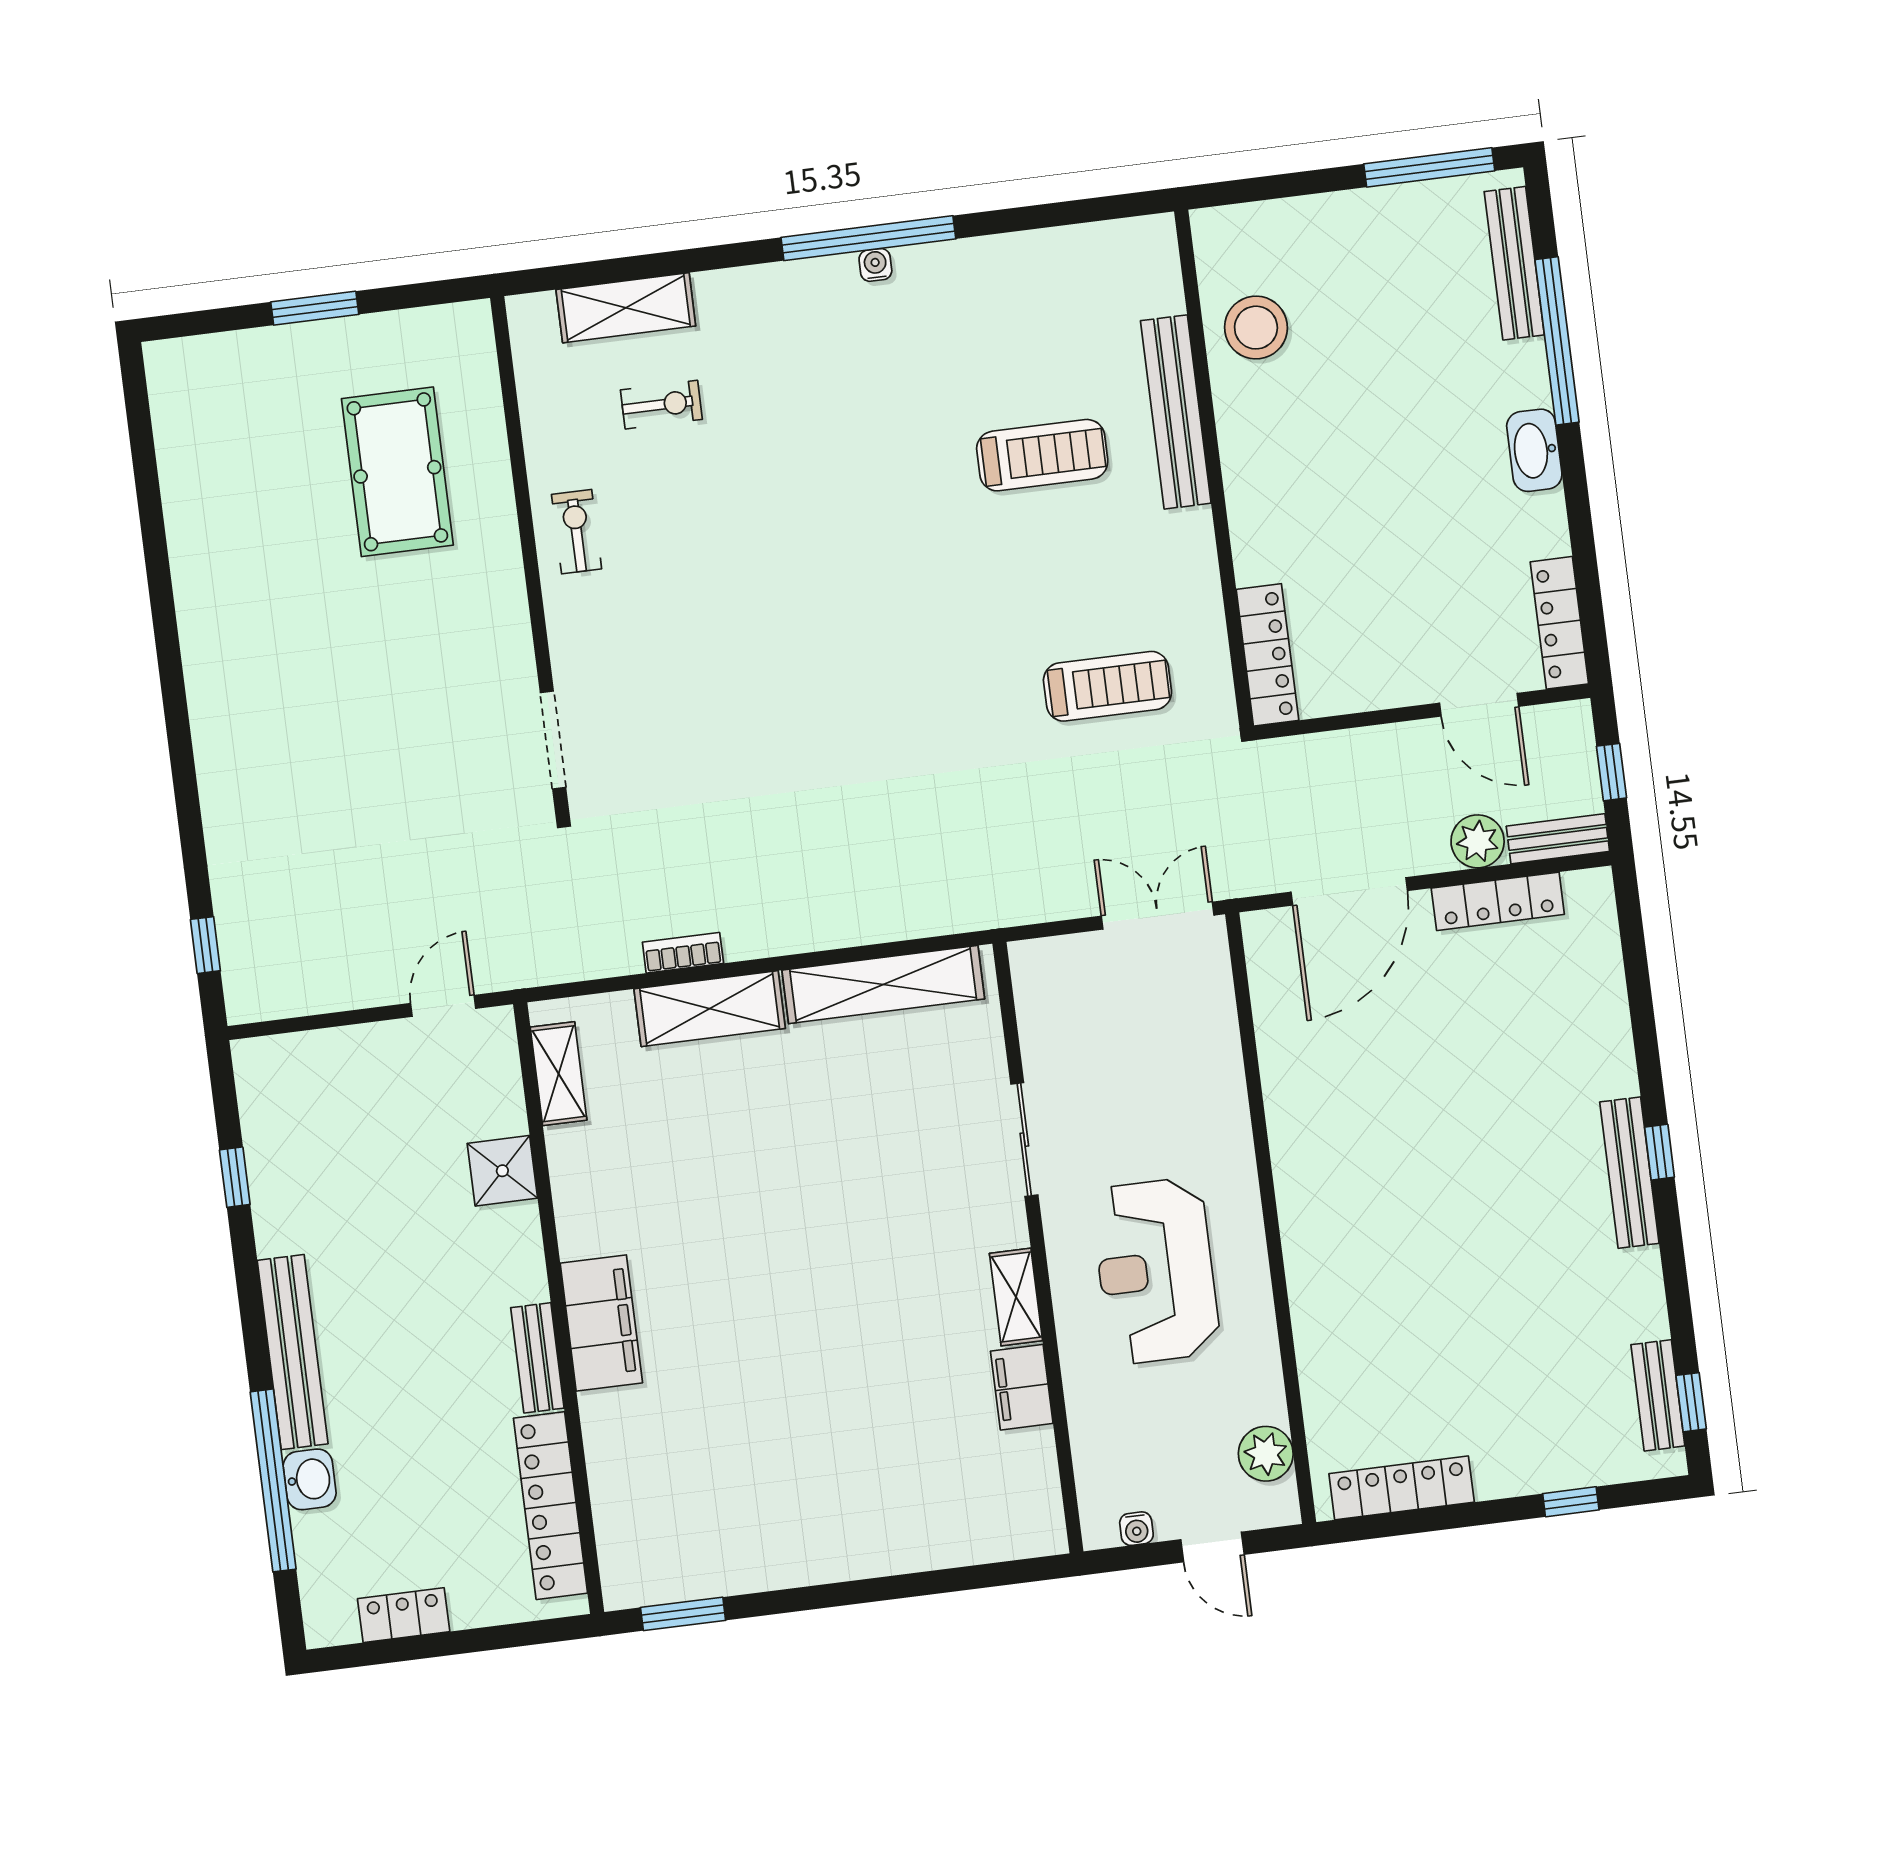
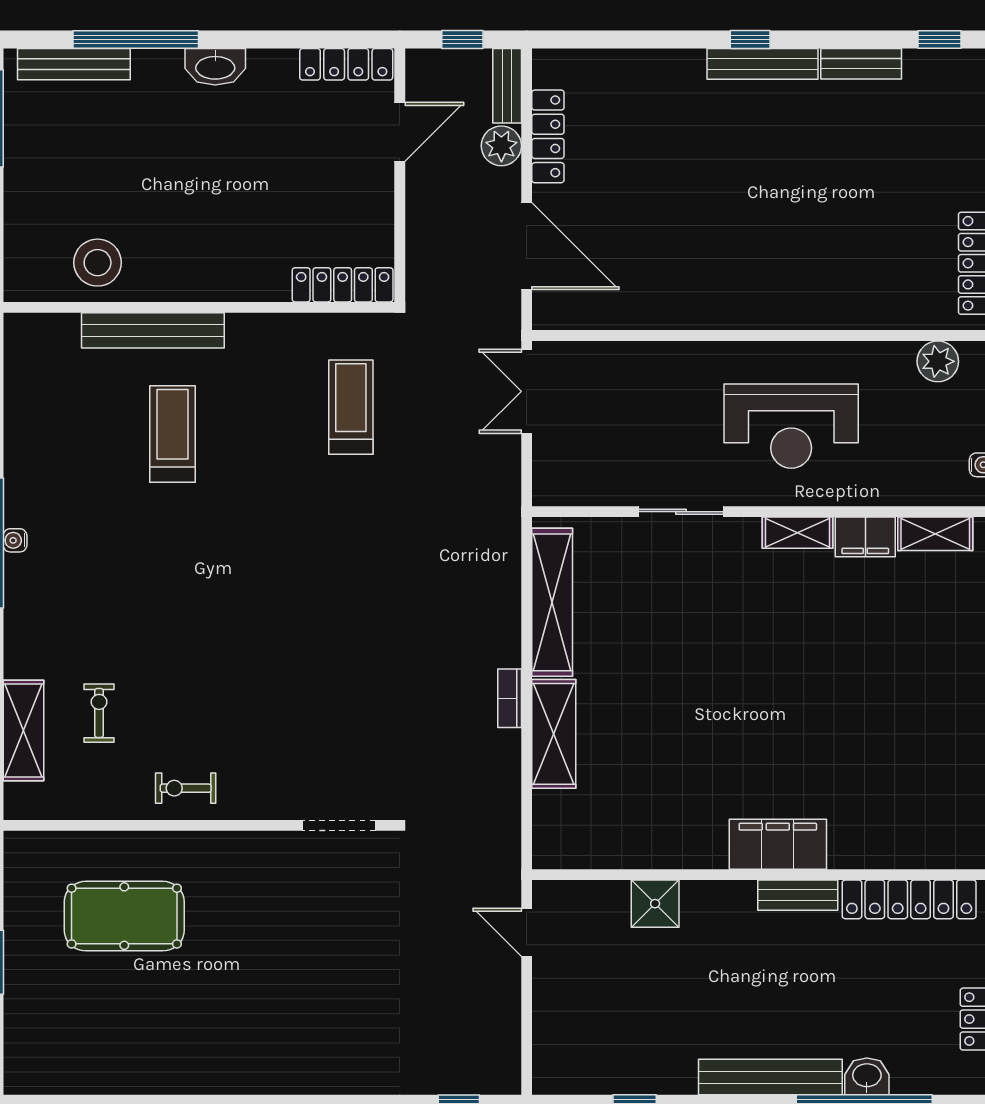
bookcase: (683, 953) -> (510, 698), moved
shelving: (559, 1074) -> (935, 534), moved
bench: (1658, 1395) -> (861, 64), moved

